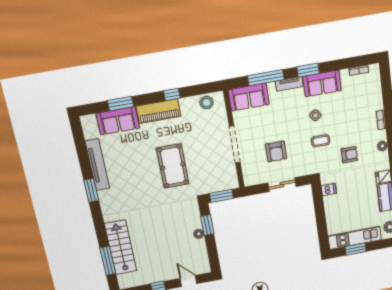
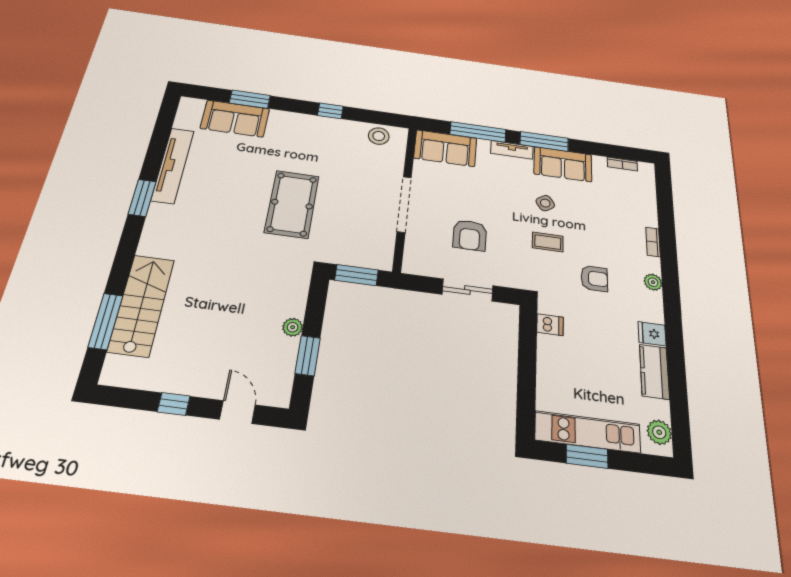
window: (308, 70) -> (544, 141), width x1.44
piano: (159, 111) -> (302, 125), removed
window: (207, 225) -> (308, 356), moved

